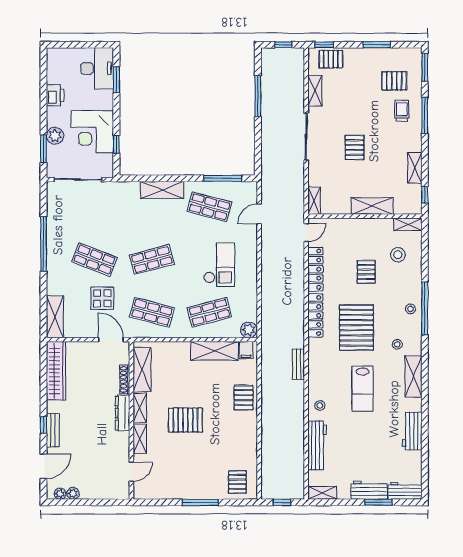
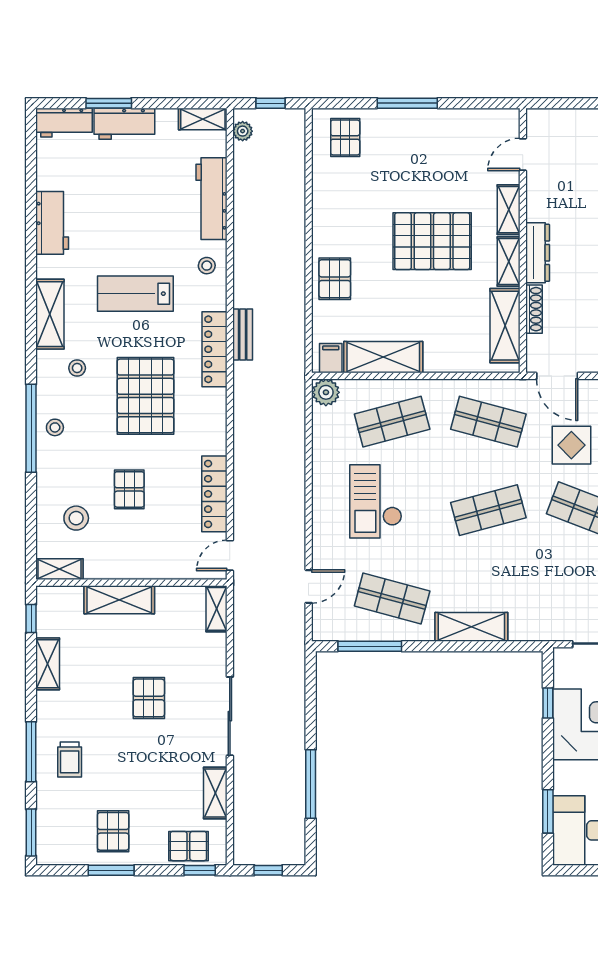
pallet: (394, 81) -> (113, 831), moved, turned 90
locker: (315, 315) -> (214, 349), moved
lab bench: (363, 389) -> (135, 294), turned -90
pallet: (185, 420) -> (432, 241), width x1.37, depth x1.41
plant: (299, 486) -> (243, 131), added

